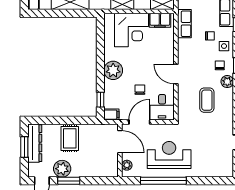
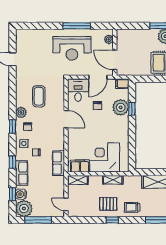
plant: (113, 70) -> (121, 107), moved
window: (100, 100) -> (132, 109), moved
window: (163, 181) -> (77, 26), width x0.68

